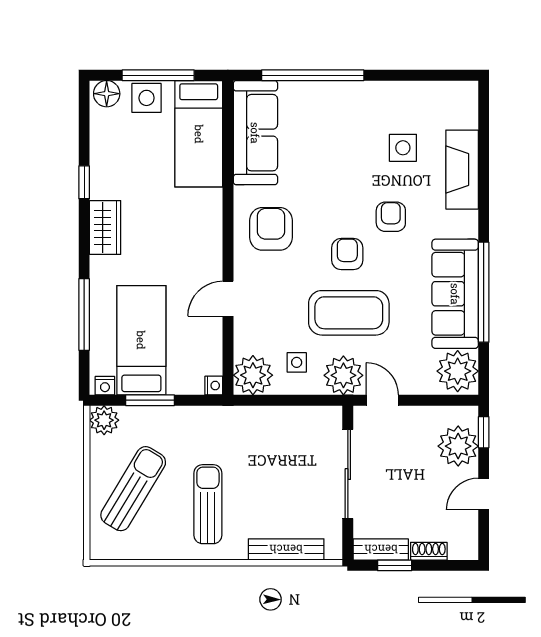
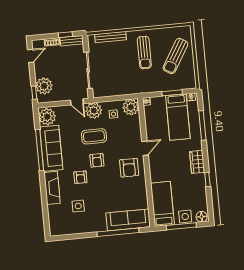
sofa: (255, 133) -> (128, 220), moved, turned 90
fireplace: (462, 170) -> (52, 188), moved
door: (228, 299) -> (145, 148), moved
coffee table: (349, 313) -> (94, 136), width x0.73, depth x0.76
plant: (104, 420) -> (190, 83), removed
door: (484, 494) -> (31, 56), moved

